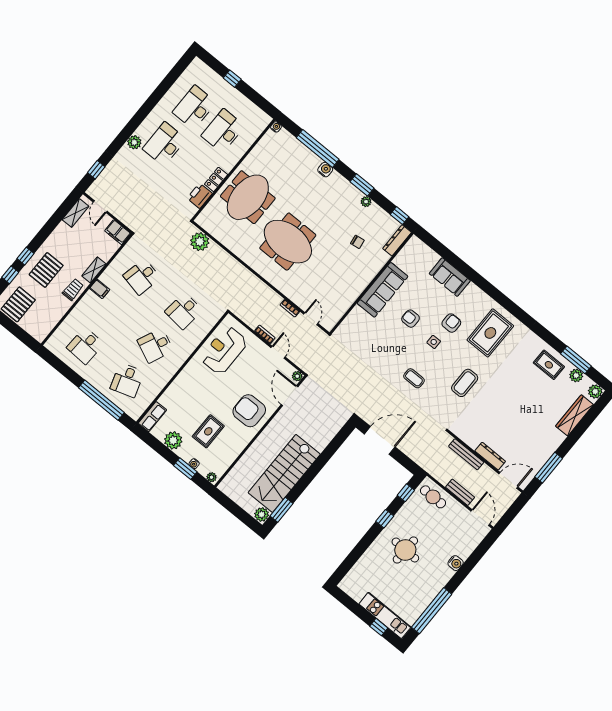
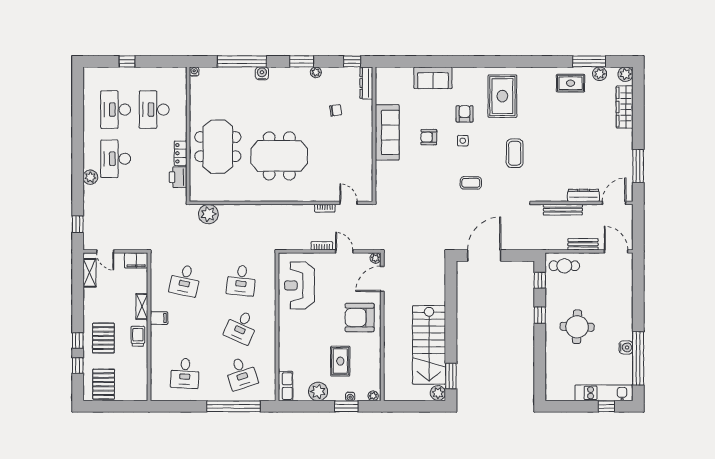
door: (290, 396) -> (382, 279), hinge flipped
water cooler: (456, 563) -> (626, 347), moved

